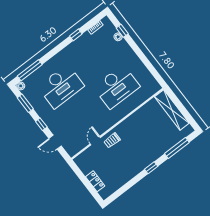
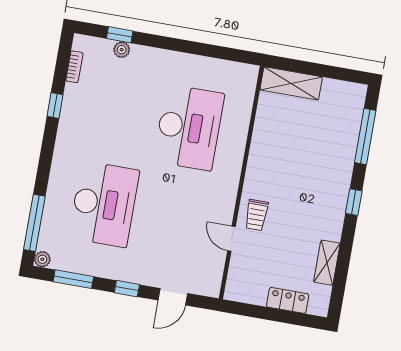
shelving: (172, 110) -> (291, 83), width x0.68
shelving: (122, 181) -> (327, 263), added

